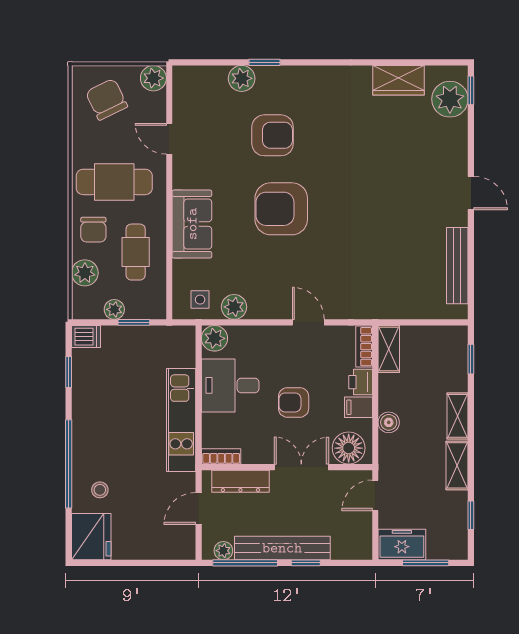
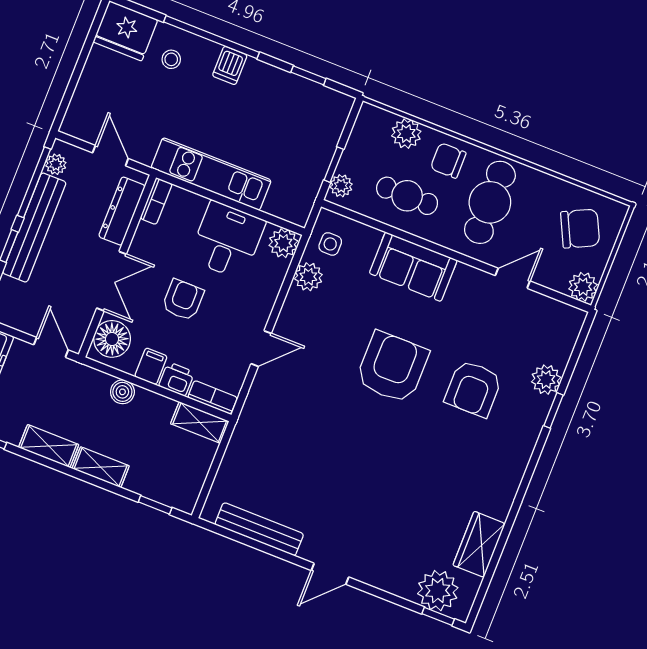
plant: (114, 309) -> (341, 186), moved
dishwasher: (86, 337) -> (230, 65), moved

